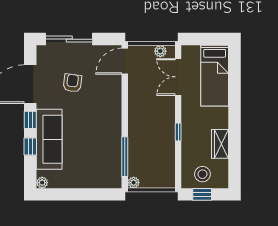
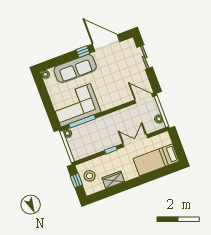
sliding door: (69, 39) -> (145, 57), width x0.73
double door: (178, 77) -> (135, 141), moved
armchair: (72, 83) -> (117, 70), removed
window: (30, 147) -> (66, 58), removed
corner sofa: (100, 157) -> (76, 105), added

